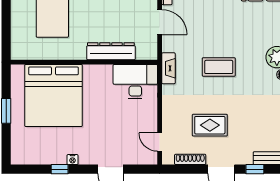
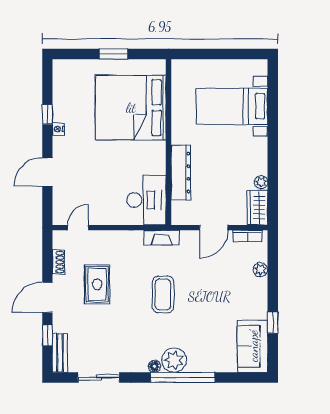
shoe rack: (190, 159) -> (58, 262), width x0.70

